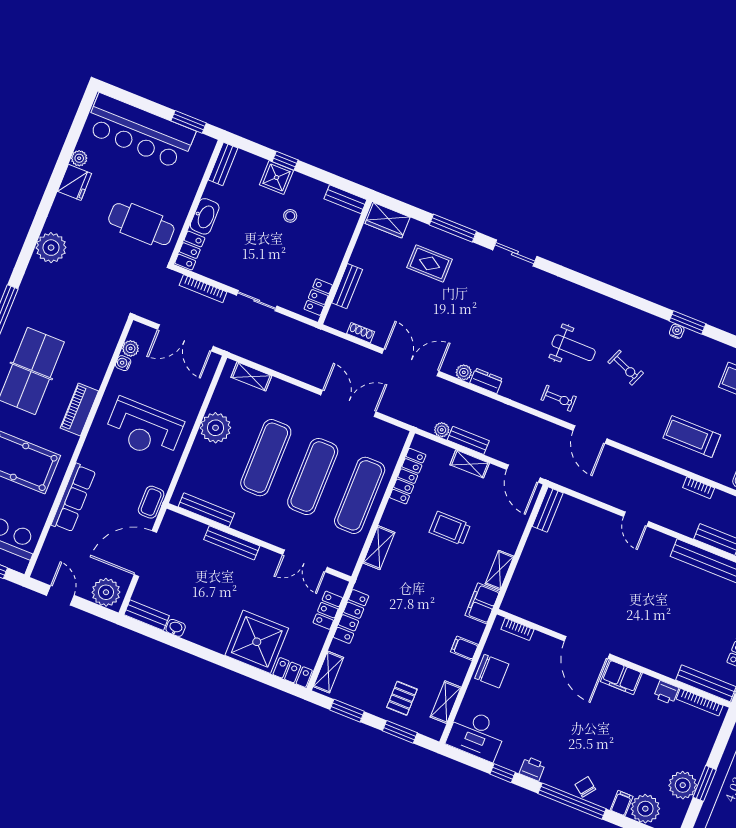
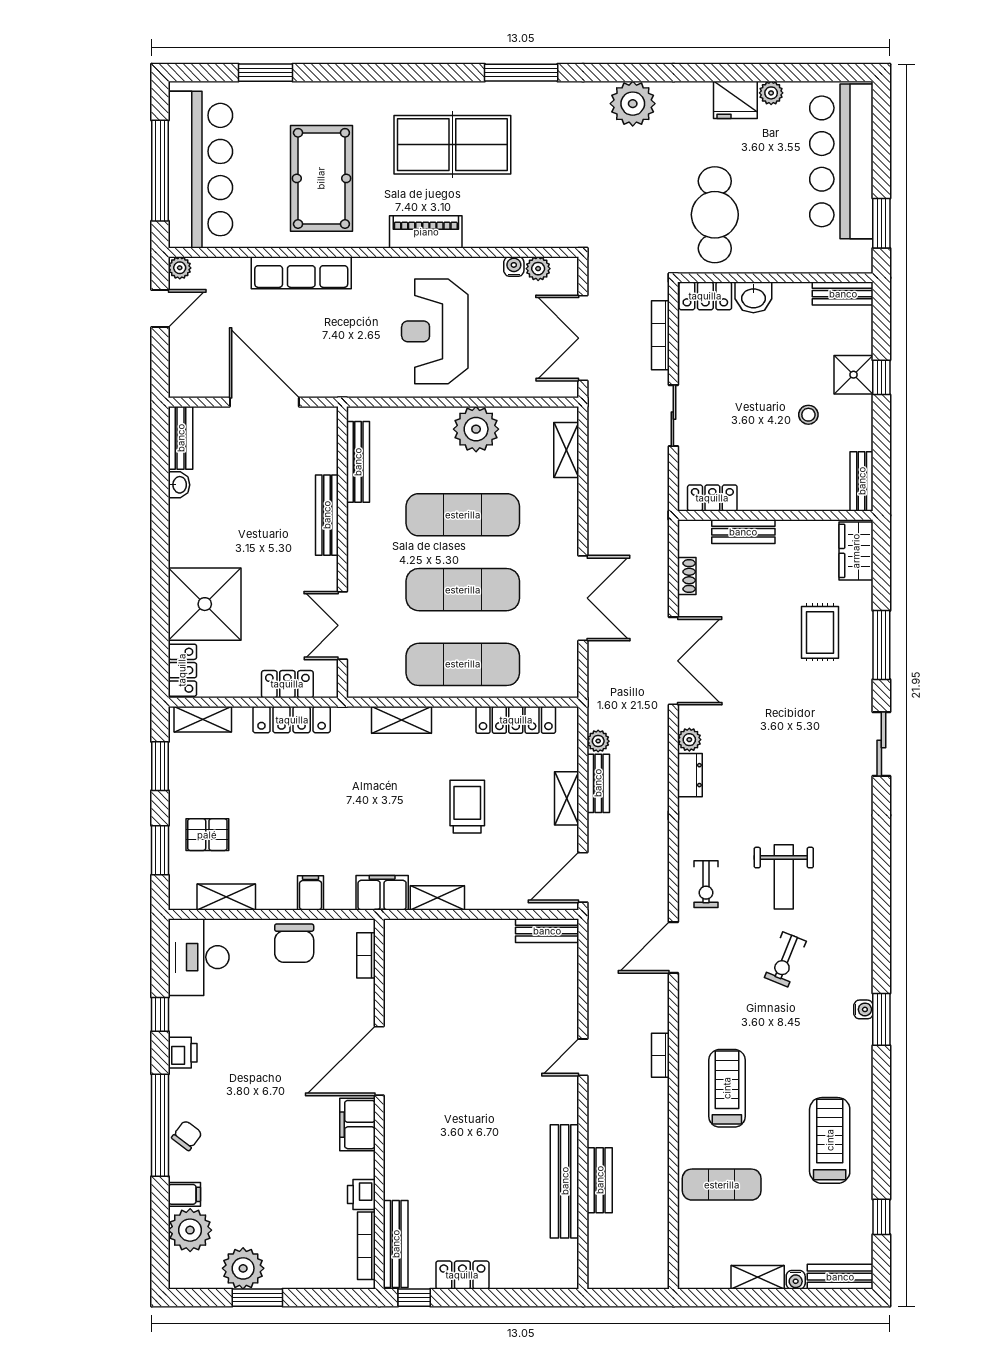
washbasin: (205, 216) -> (753, 297), width x0.72
bookcase: (699, 488) -> (660, 1055), moved
coffee table: (151, 502) -> (338, 382), removed
plant: (106, 592) -> (180, 268), moved, width x0.53, depth x0.53

